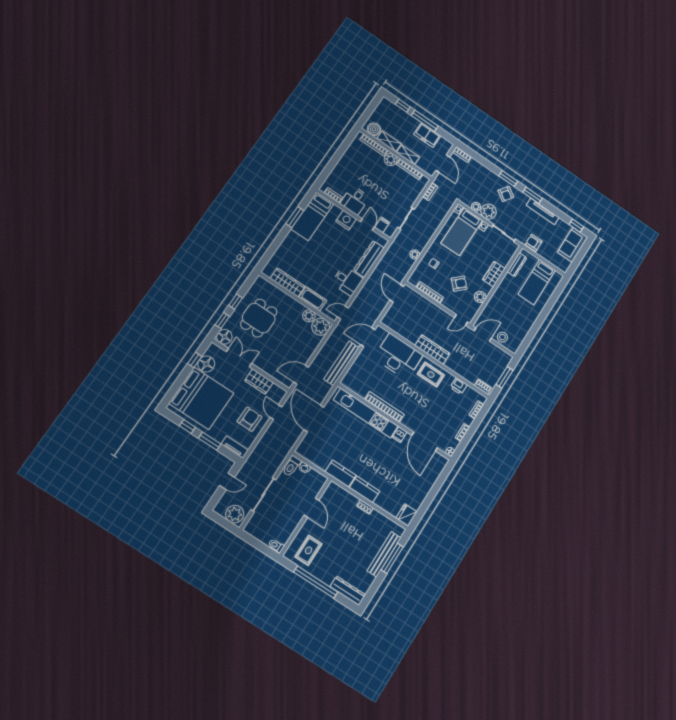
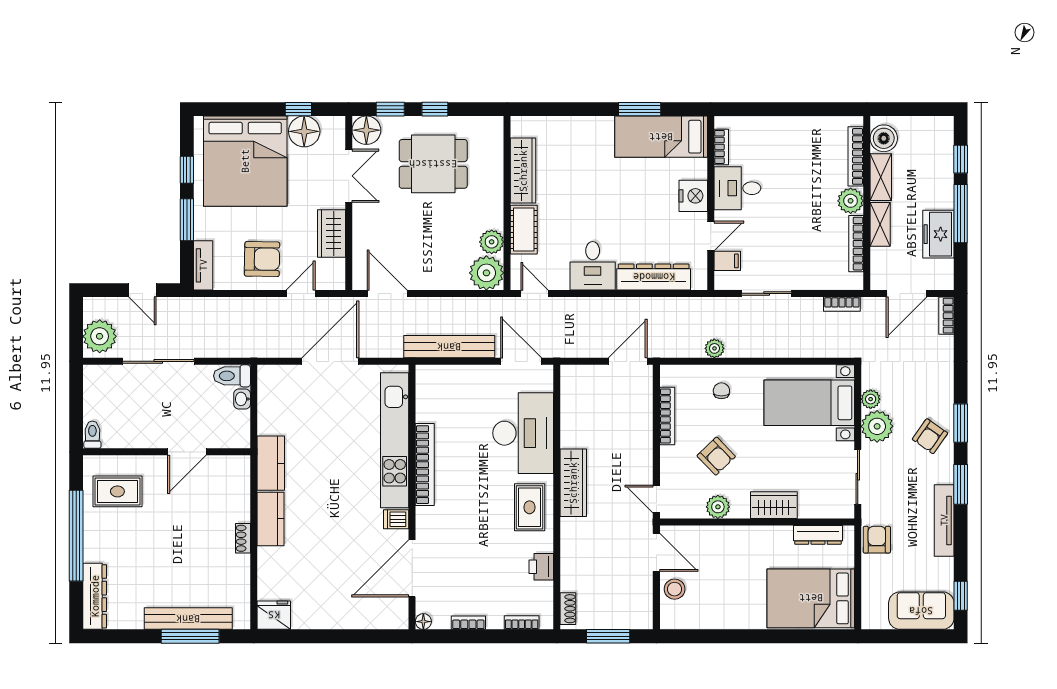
bed: (537, 282) -> (811, 598), width x1.50

